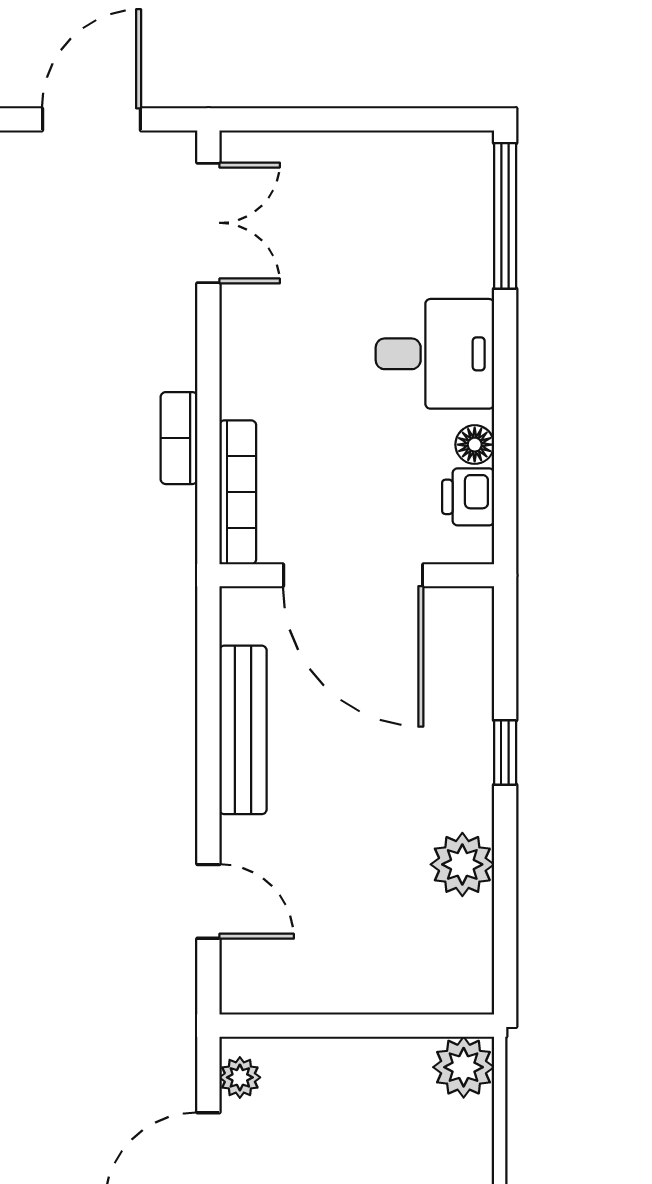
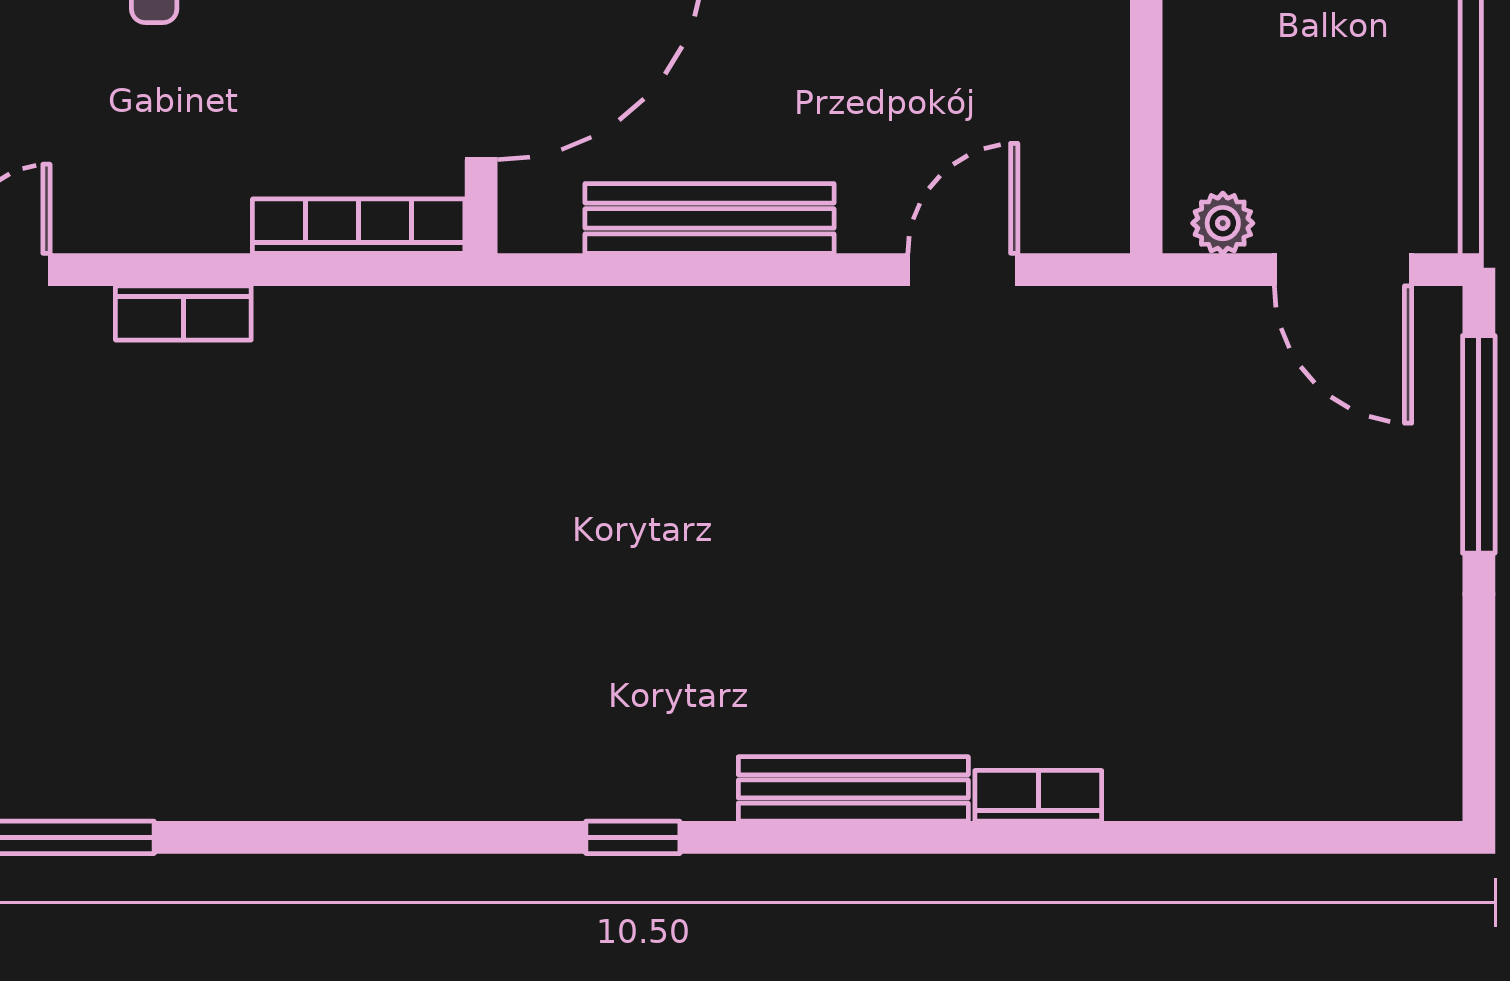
bookcase: (179, 438) -> (183, 313), moved

